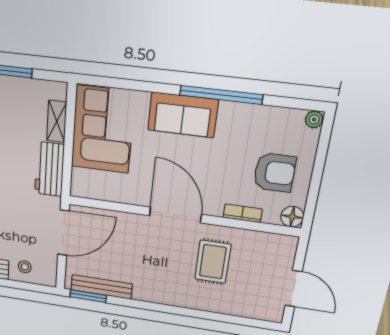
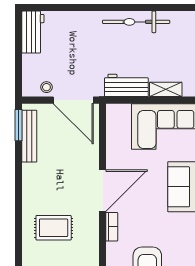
bookcase: (243, 213) -> (112, 227), moved
rug: (213, 262) -> (54, 228), moved
stool: (25, 267) -> (46, 87), moved

